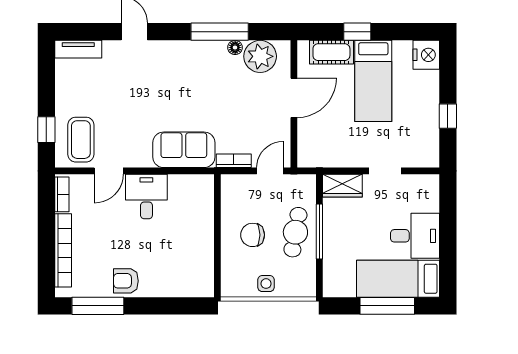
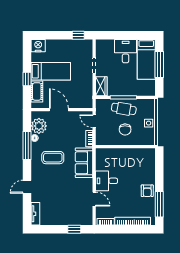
window: (448, 116) -> (78, 35), moved
coffee table: (81, 140) -> (53, 158), moved

